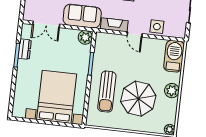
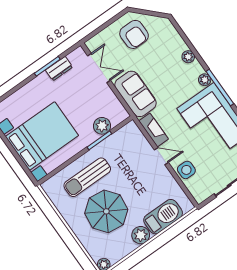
double door: (46, 24) -> (99, 68), swing flipped
door: (135, 34) -> (161, 156), swing flipped
plant: (85, 37) -> (102, 126), moved
barbecue: (174, 56) -> (163, 217), moved

